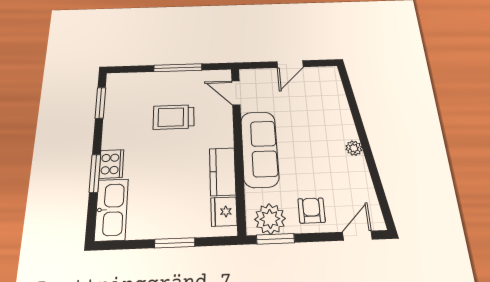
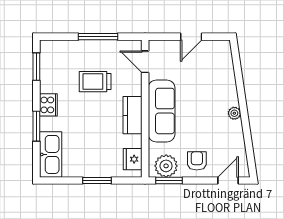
cooker: (111, 164) -> (48, 105), moved
kitchen counter: (223, 172) -> (133, 115), moved

